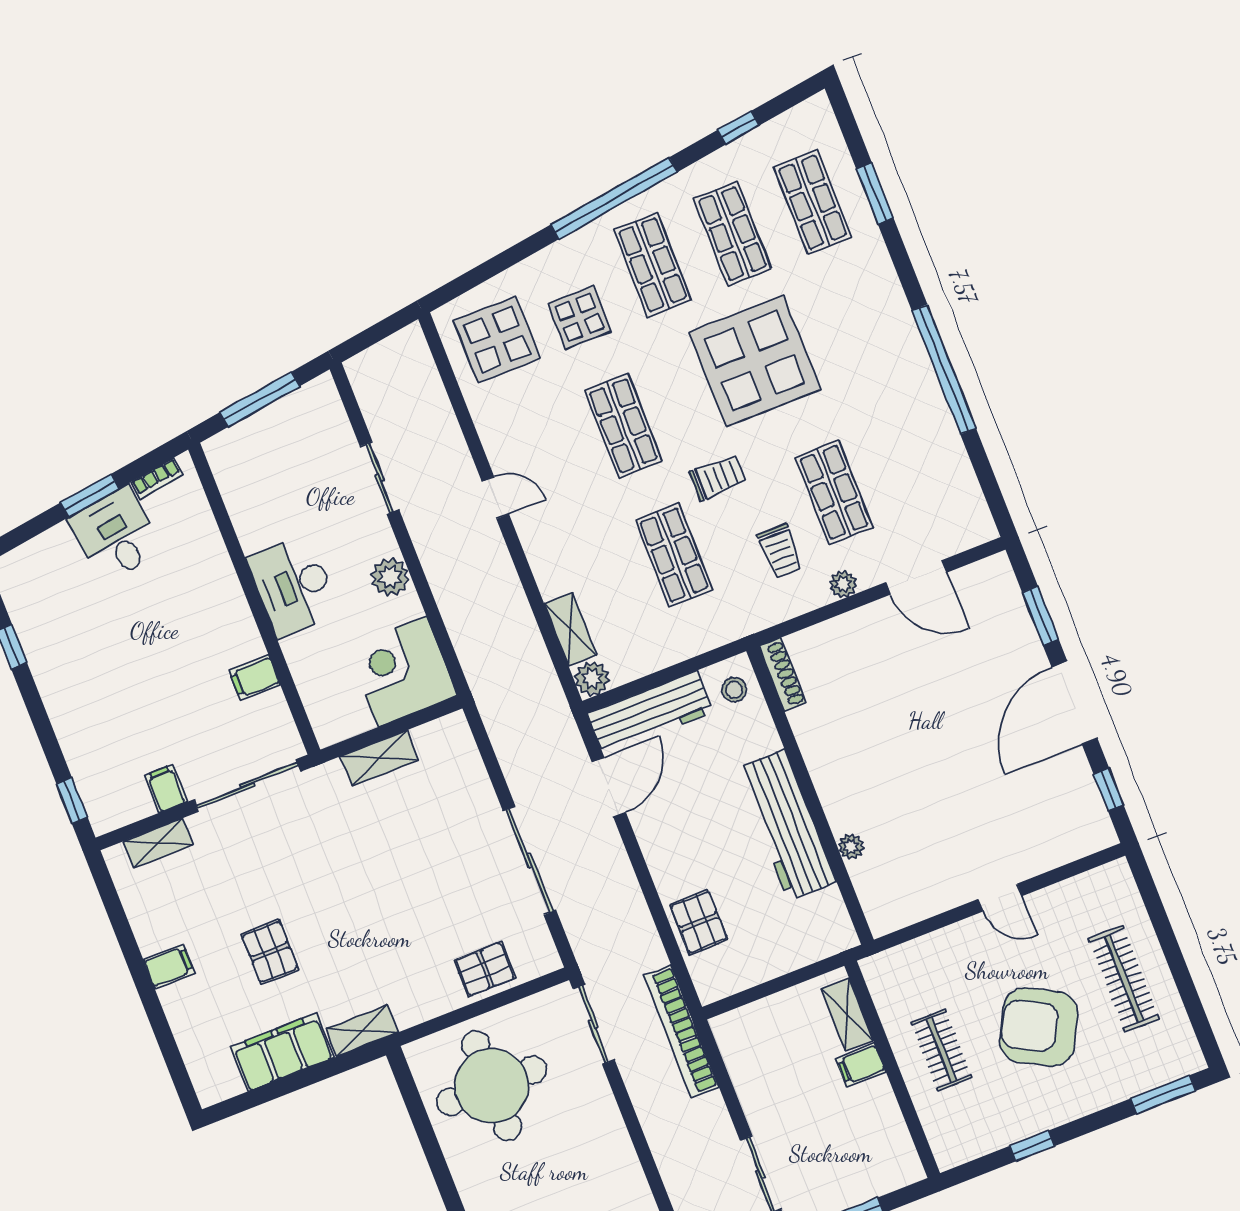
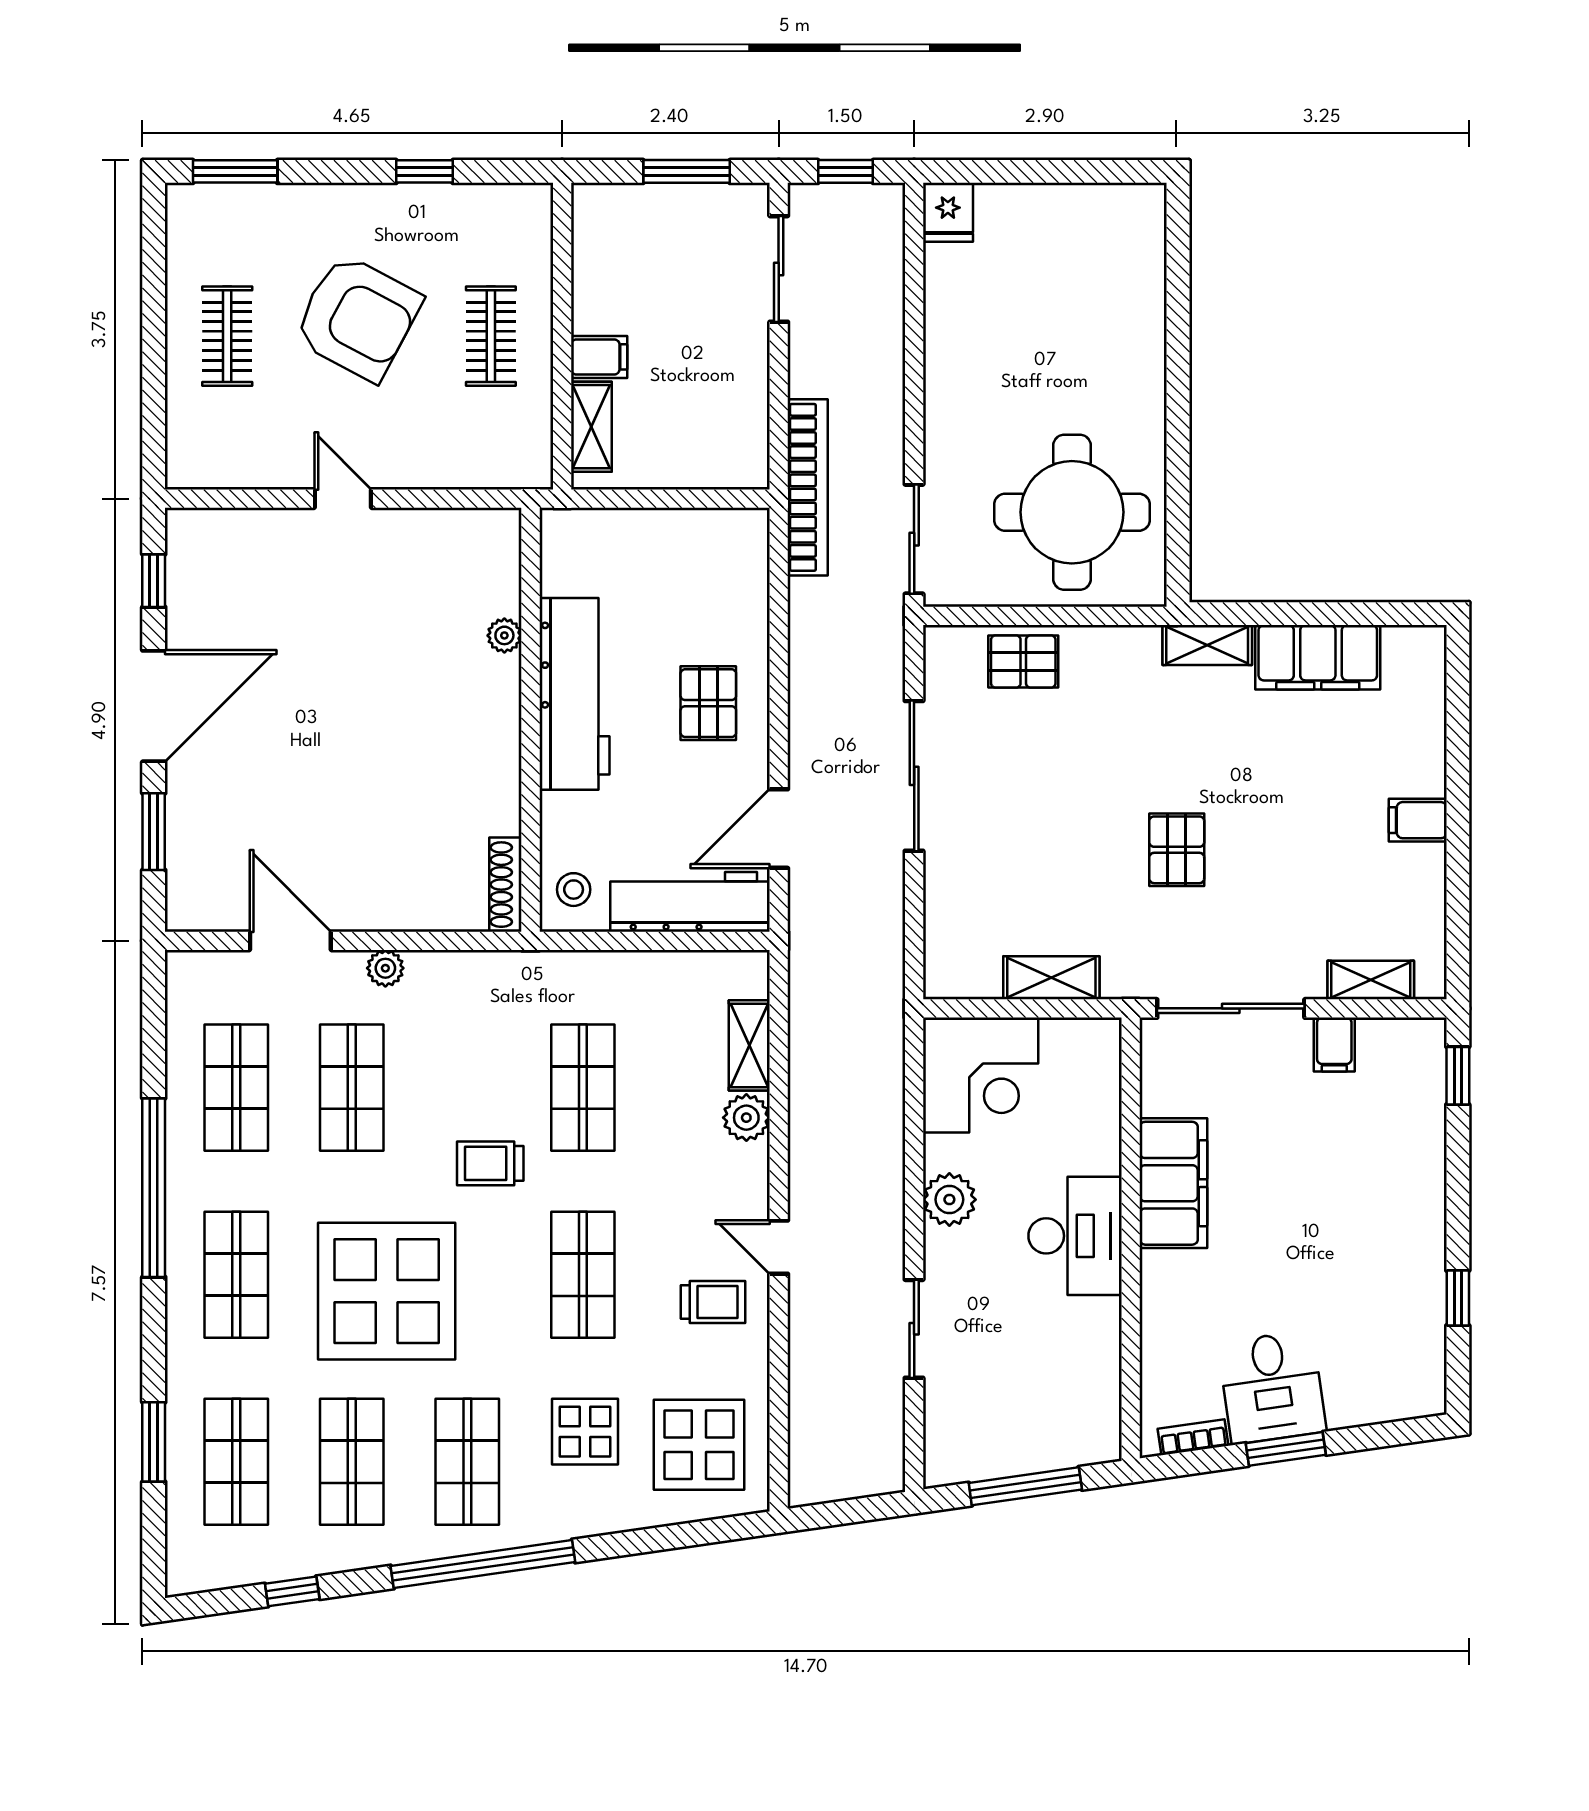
shop shelf: (863, 332) -> (236, 1275), added
shop shelf: (914, 461) -> (236, 1088), added
trolley: (780, 551) -> (713, 1302), moved, turned 90
filing cabinet: (255, 678) -> (1173, 1183), width x3.00, depth x1.17
plant: (592, 679) -> (746, 1118), moved
pallet: (699, 922) -> (708, 703), moved
pallet: (270, 952) -> (1177, 850), moved
clothes rail: (1124, 979) -> (227, 336), width x0.73

